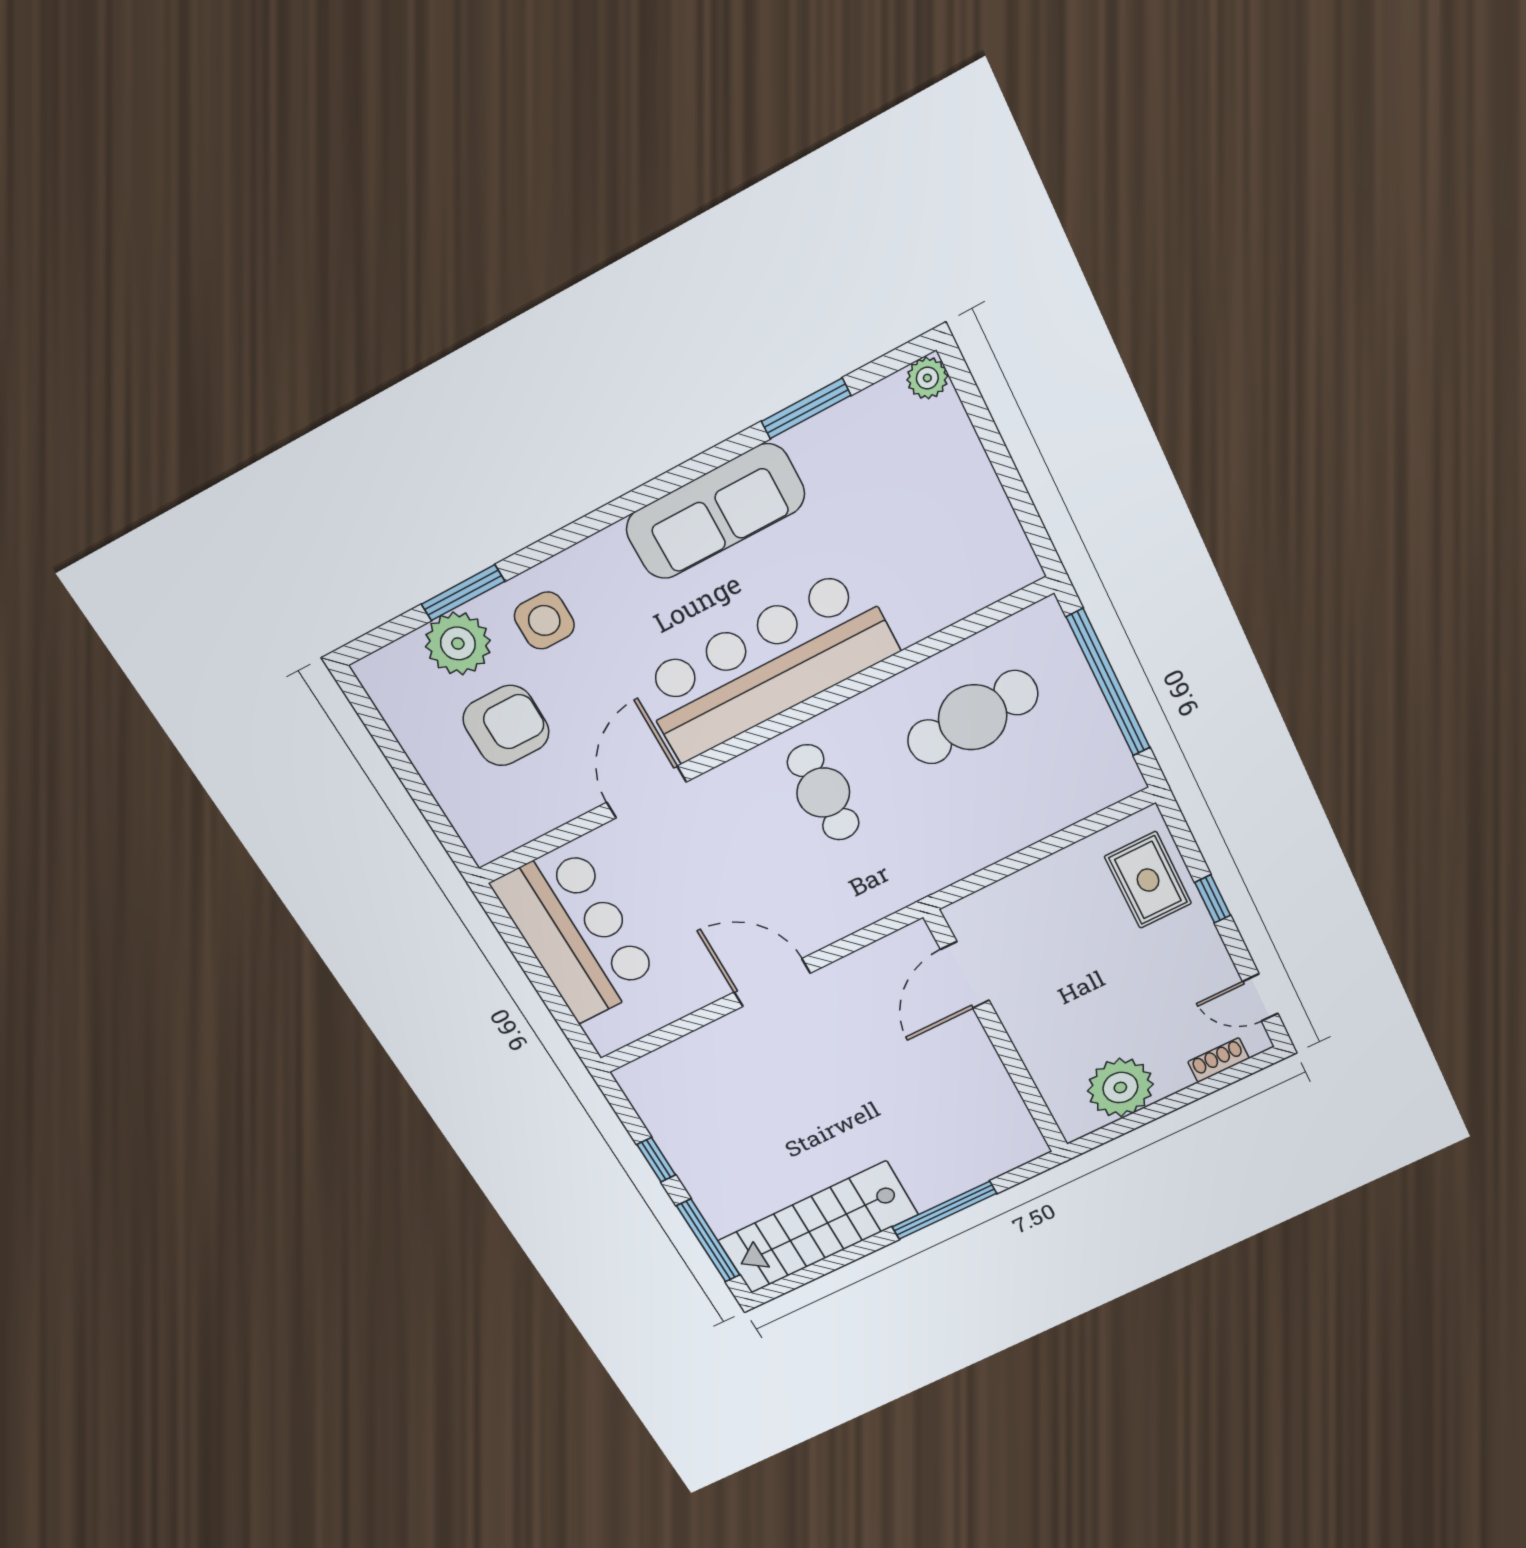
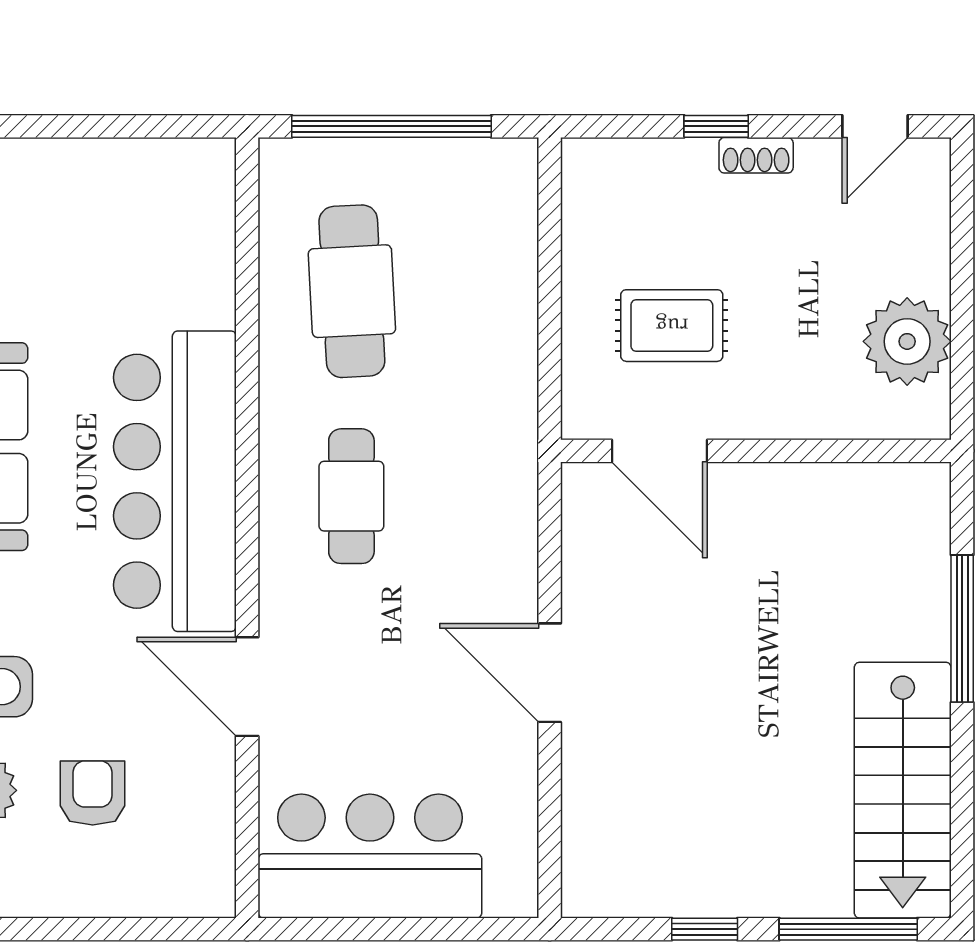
armchair: (506, 726) -> (93, 793), width x0.72, depth x0.72
cafe table: (823, 793) -> (351, 496), turned 90
rug: (1148, 880) -> (672, 326), moved
door: (772, 983) -> (550, 673), hinge flipped
shoe rack: (1219, 1060) -> (756, 155), moved, turned -90

